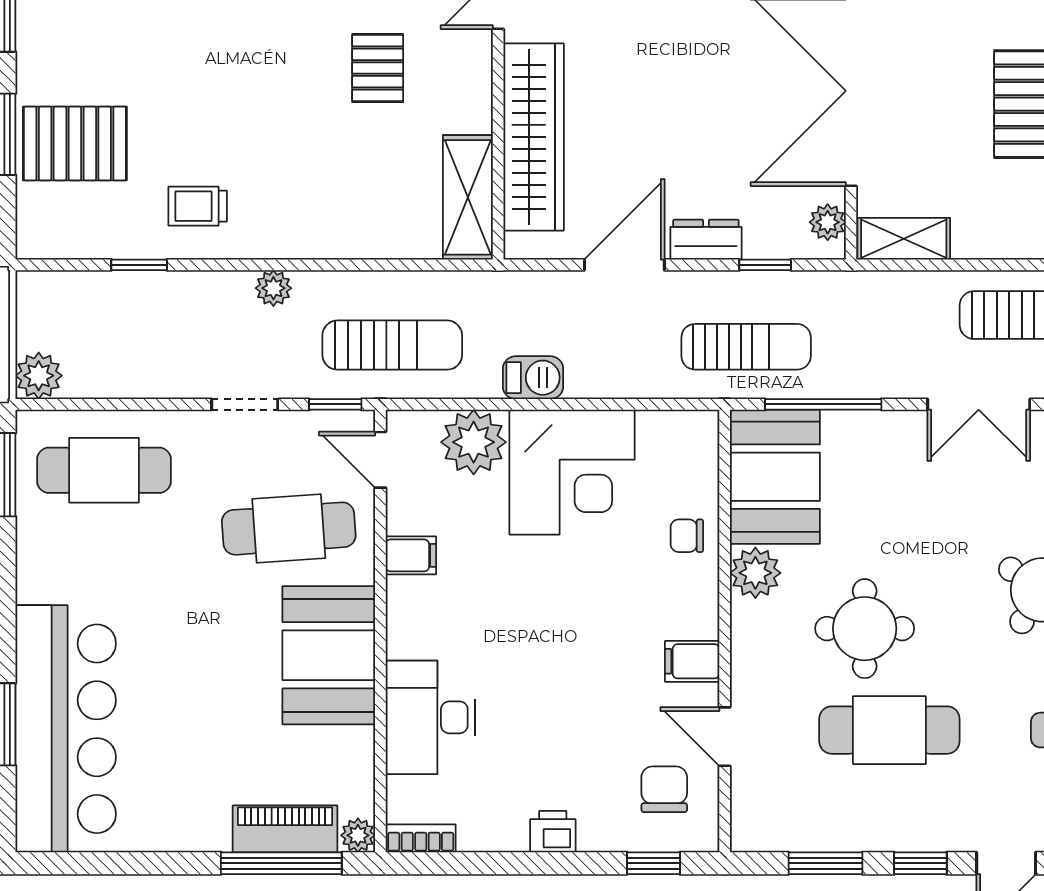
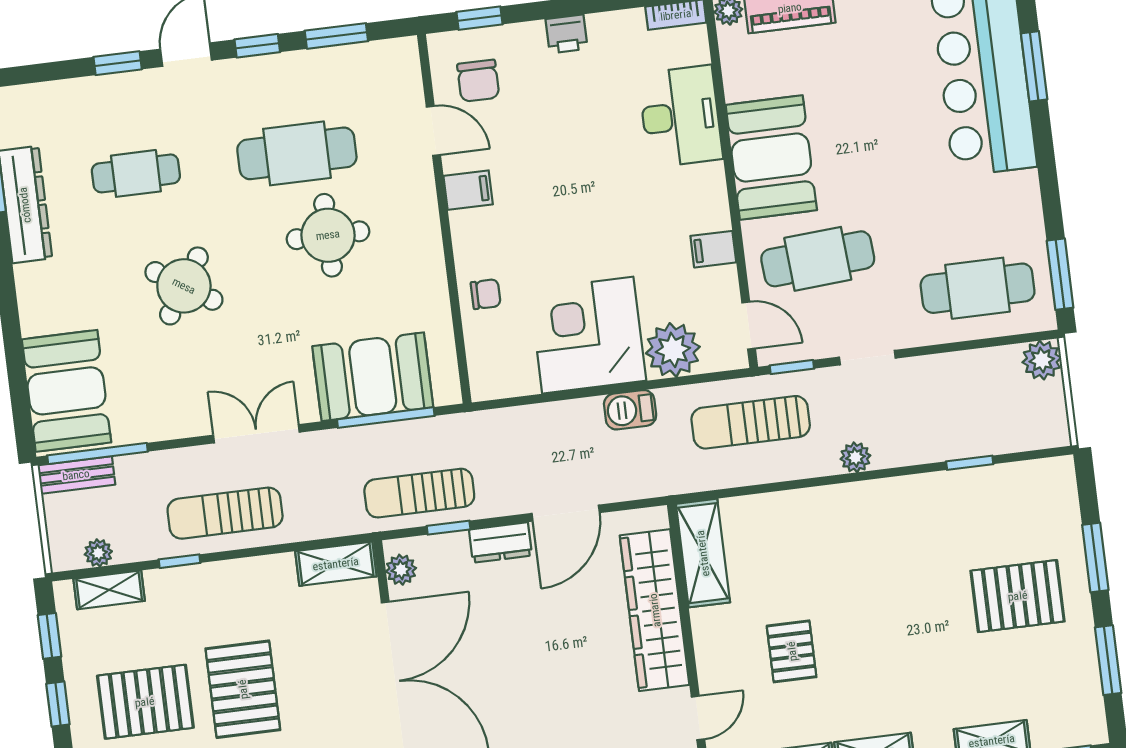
pallet: (75, 144) -> (1018, 596), moved
trolley: (198, 206) -> (927, 518), removed
sun lounger: (746, 347) -> (419, 493), moved
booth: (775, 477) -> (373, 377), moved, turned 90
plant: (755, 573) -> (425, 270), removed

